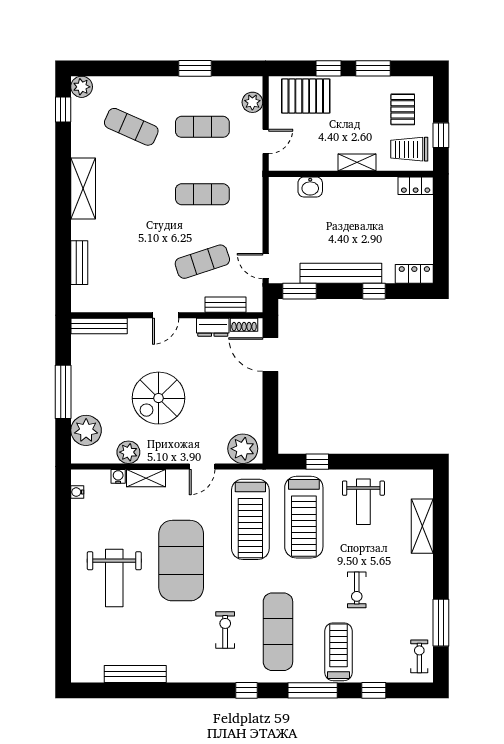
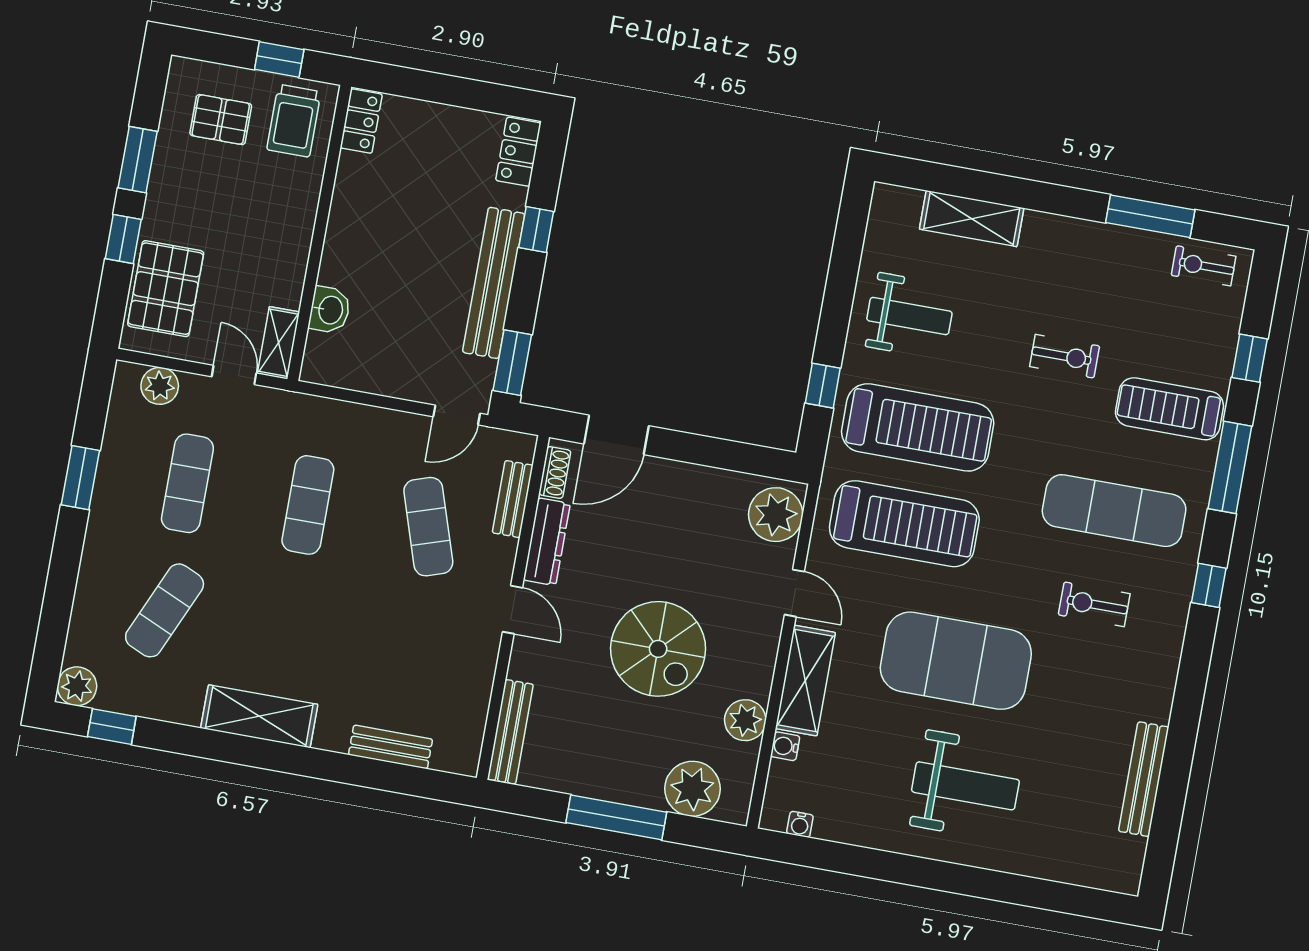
shelving: (357, 162) -> (278, 343), moved
dresser: (213, 327) -> (547, 542), width x1.44
shelving: (146, 478) -> (805, 681), width x1.50, depth x1.33

